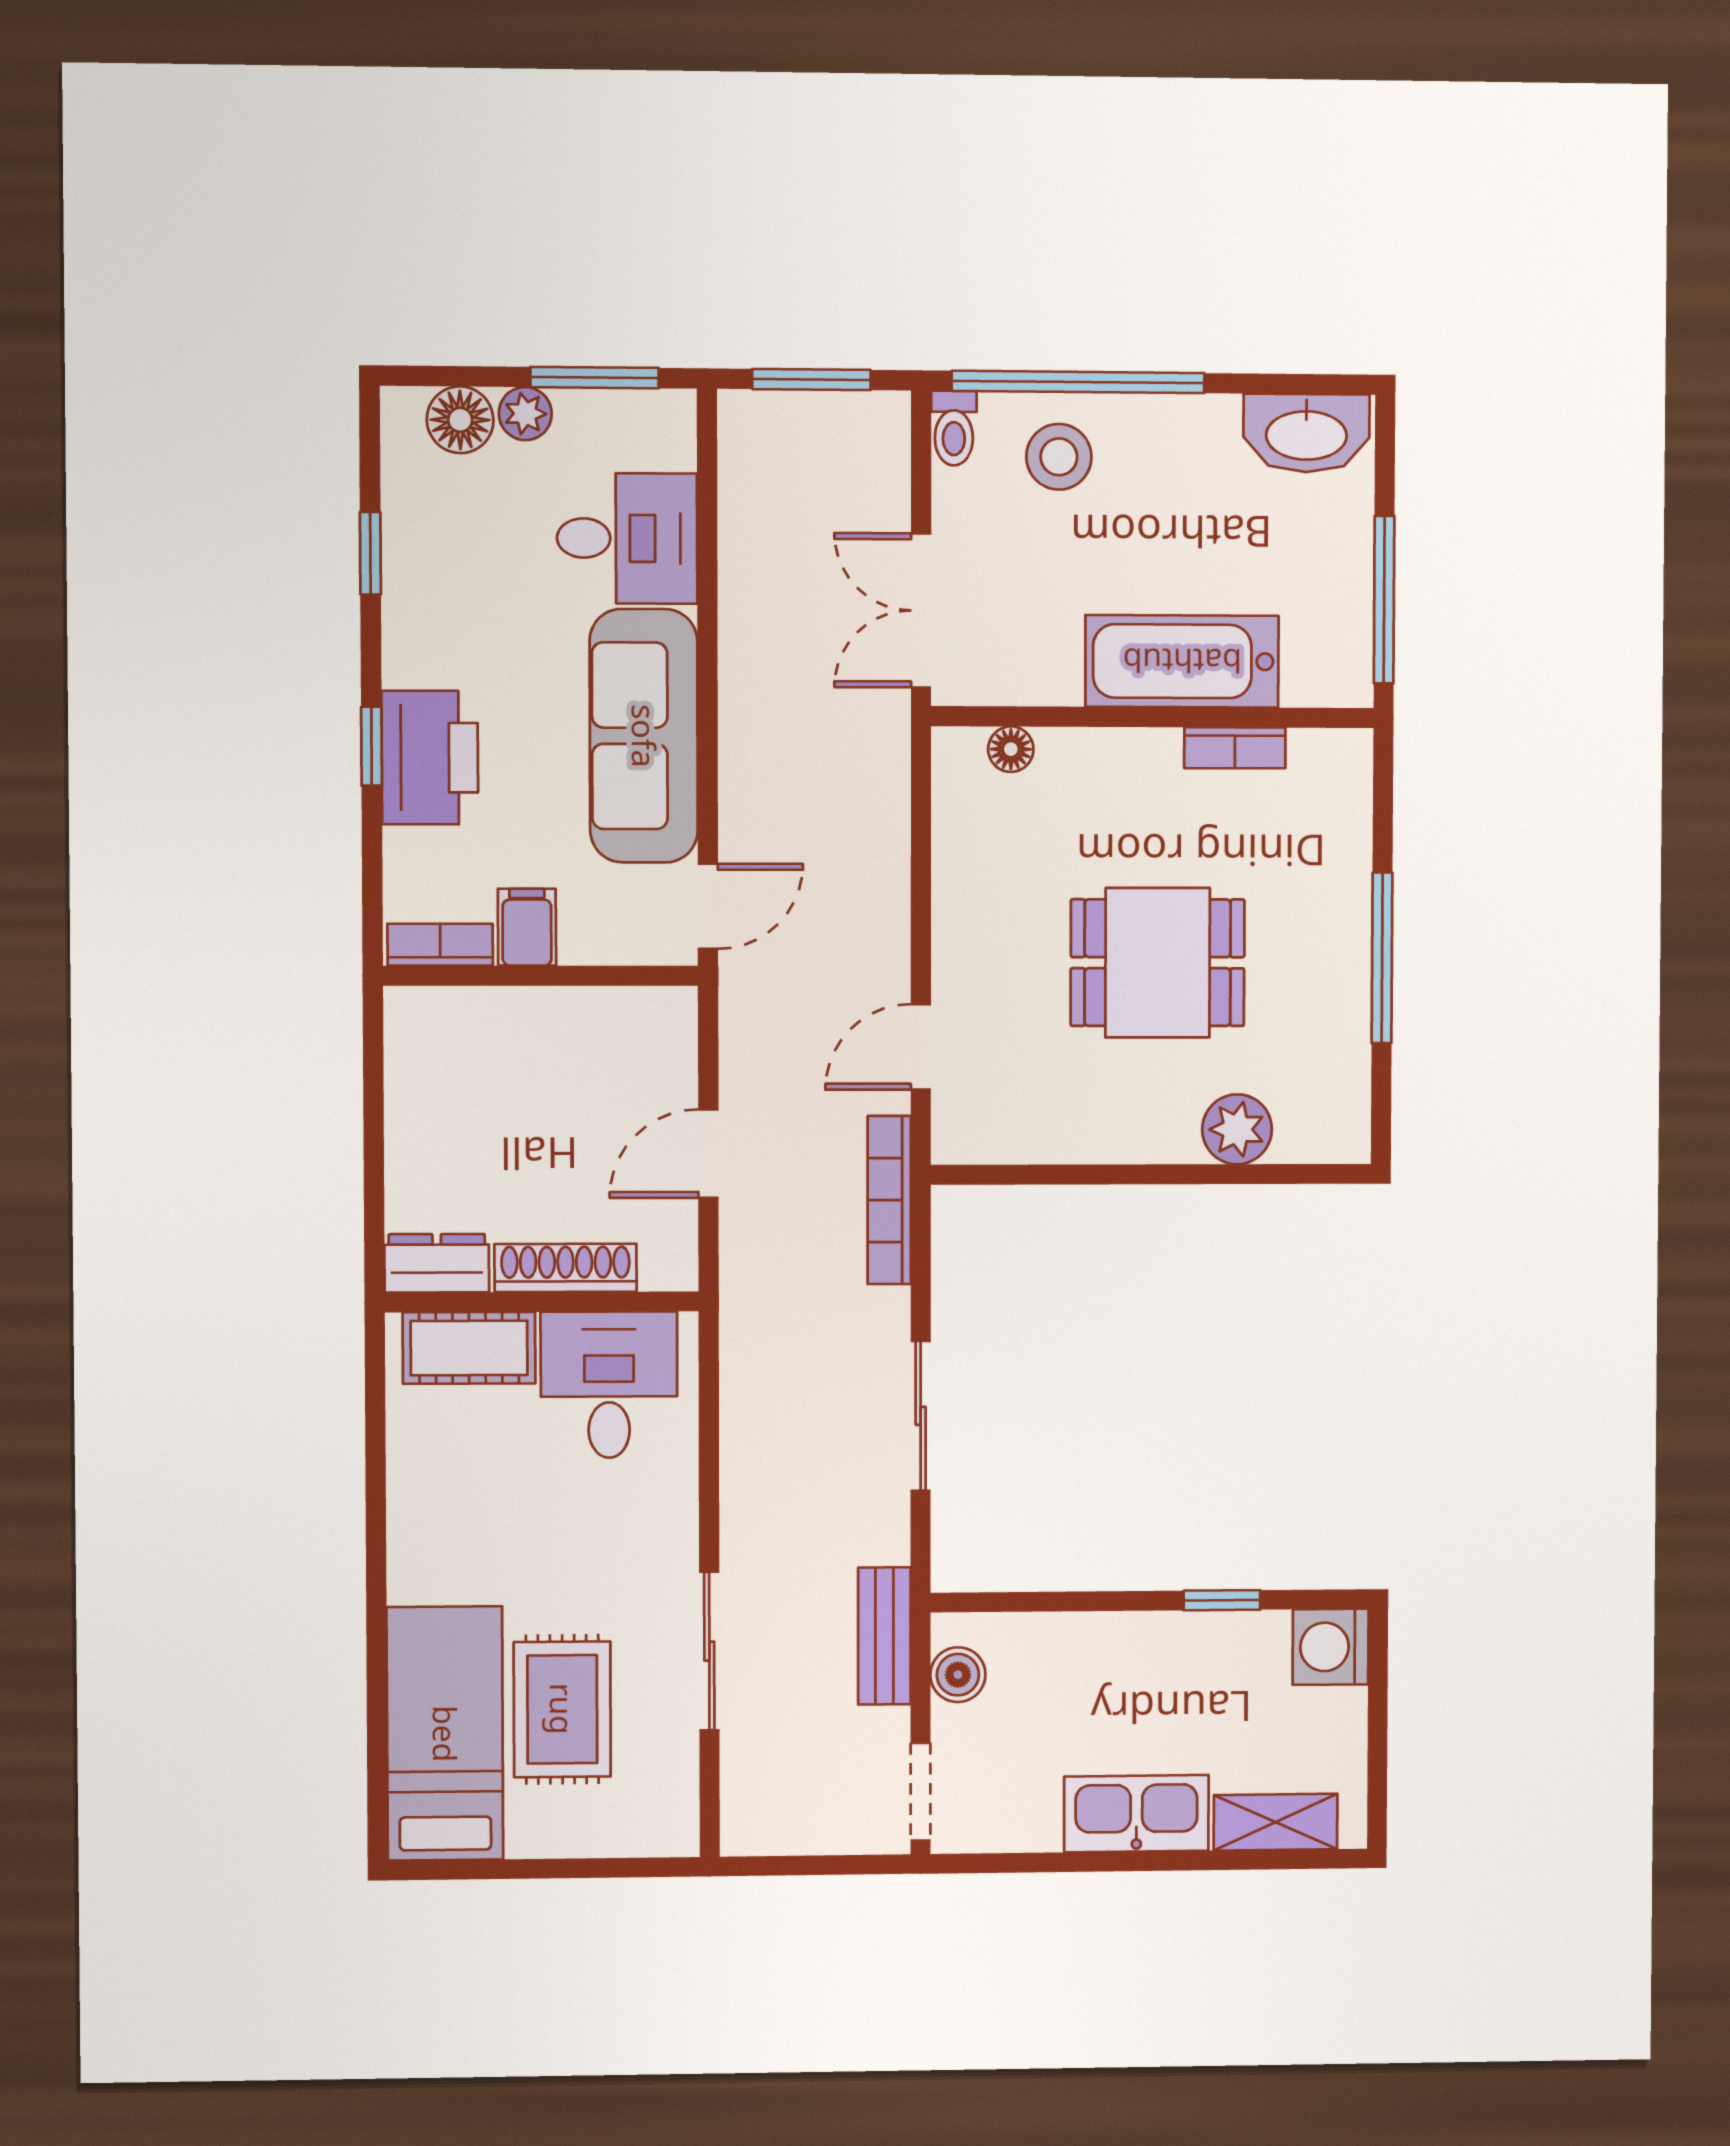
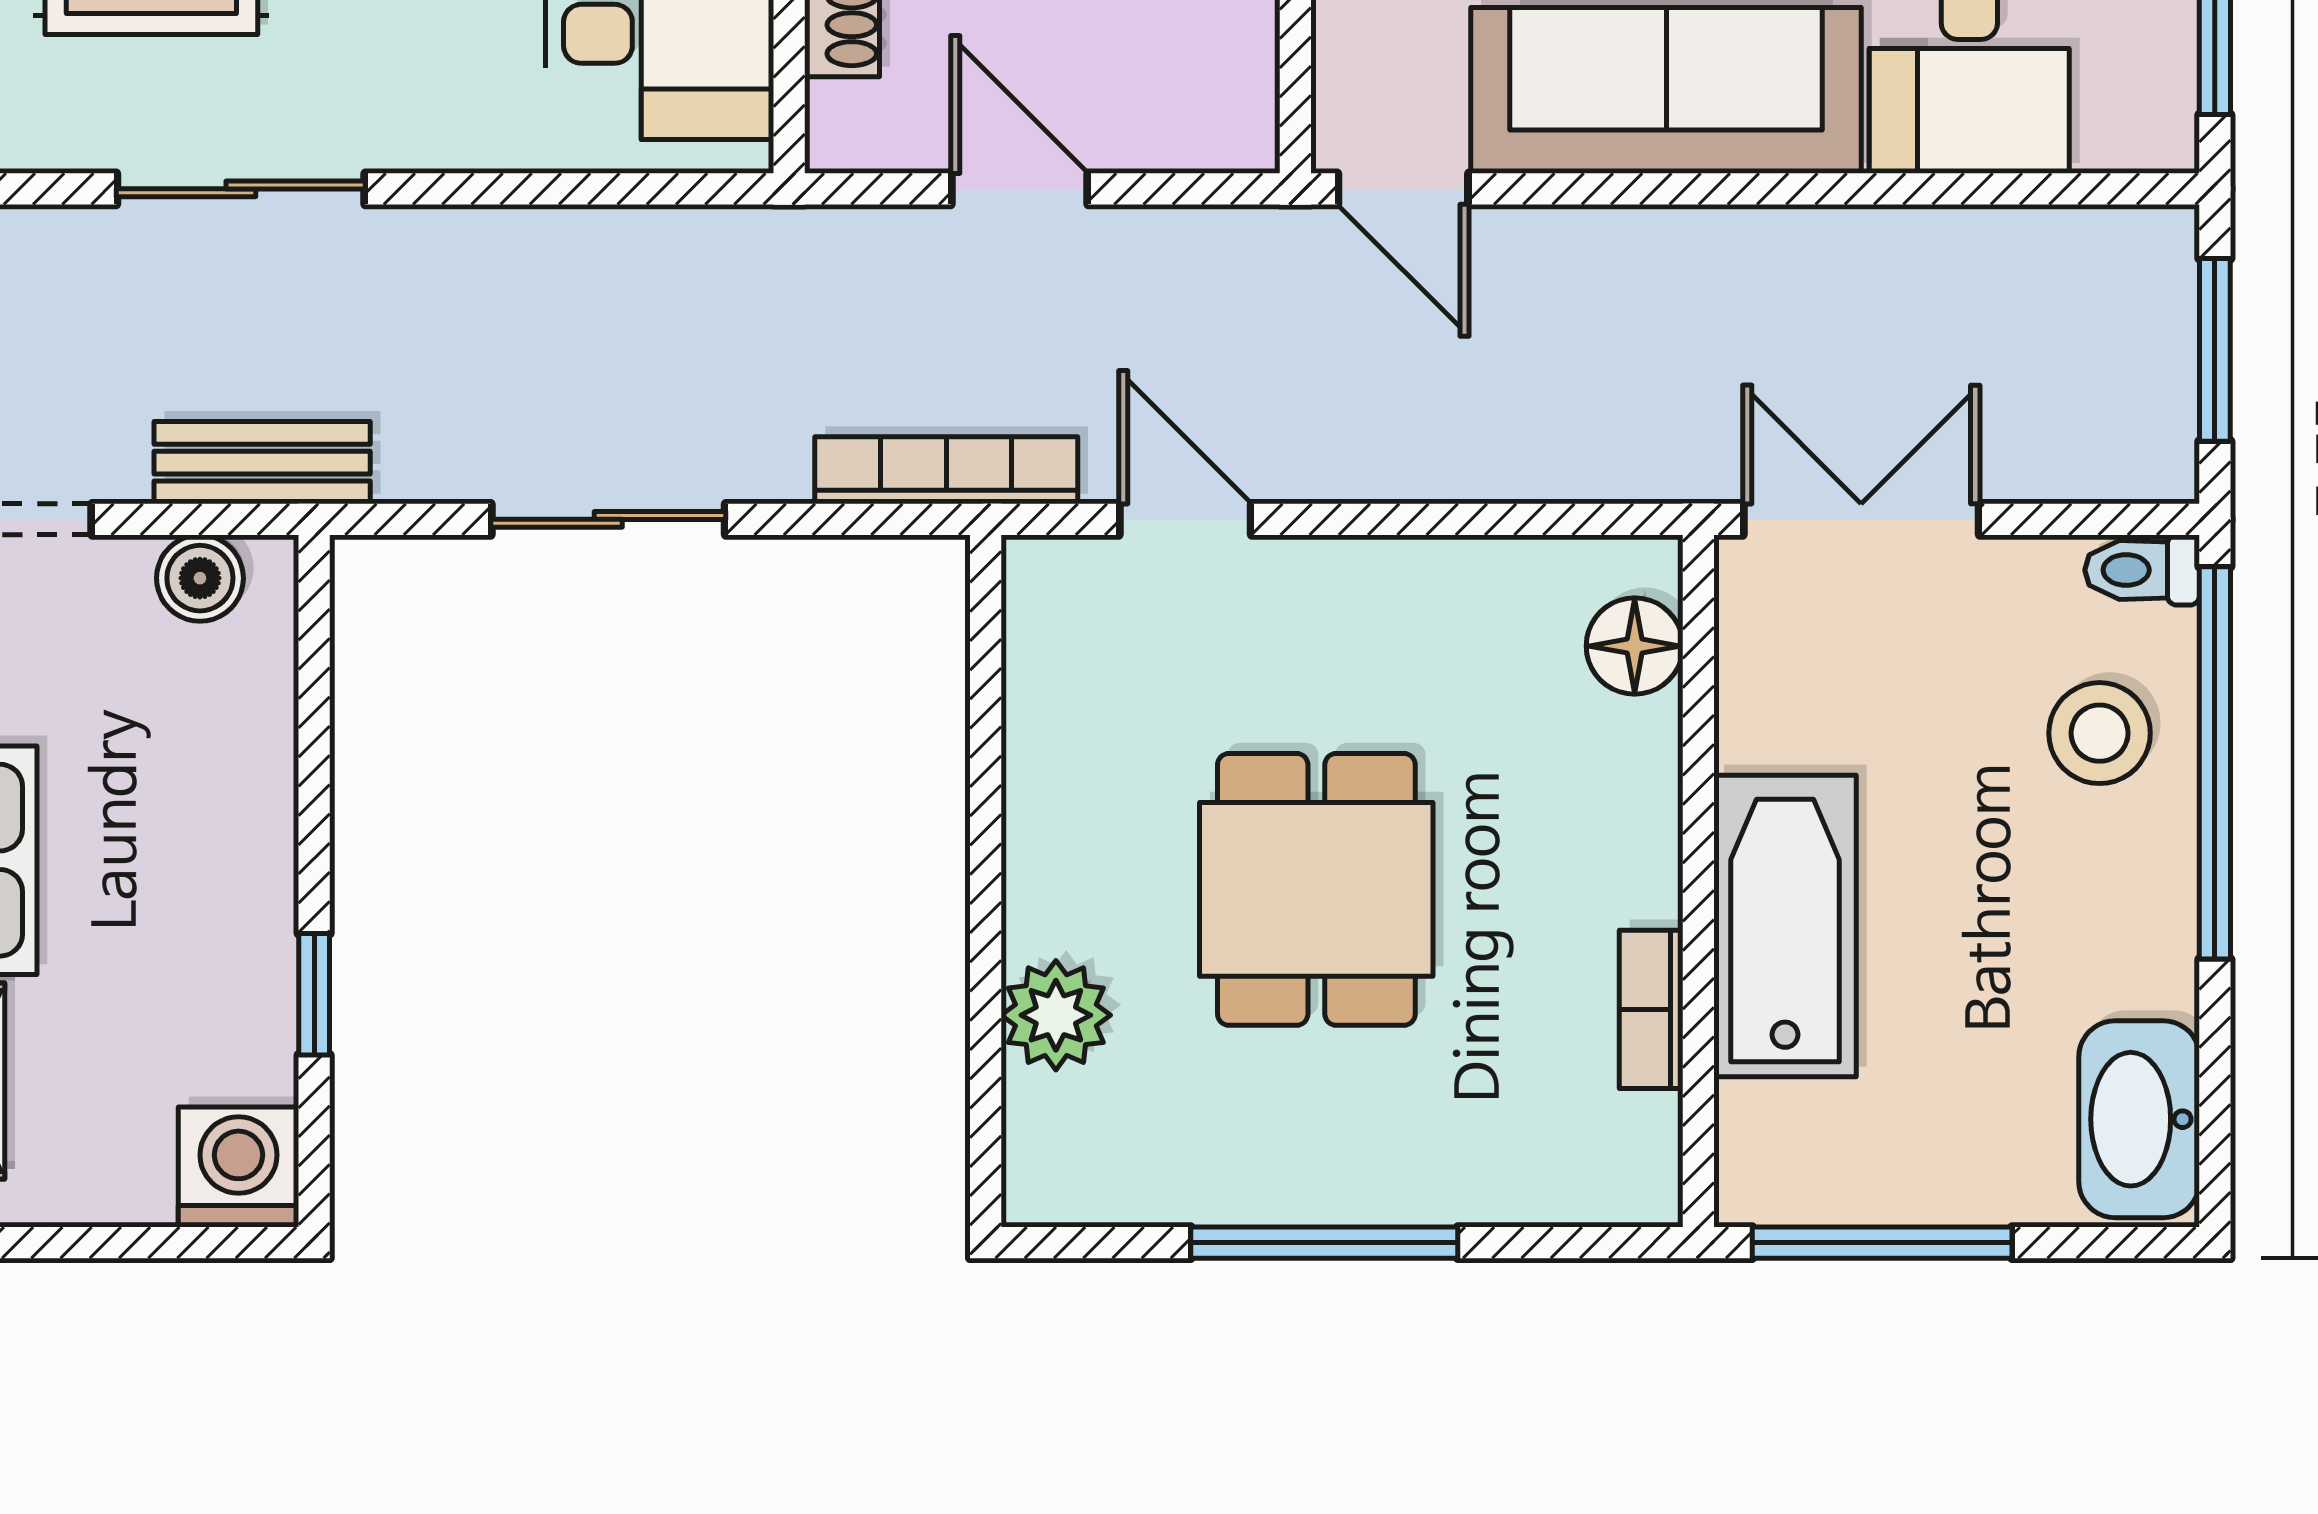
floor lamp: (1011, 749) -> (1635, 646), width x1.37, depth x1.37

